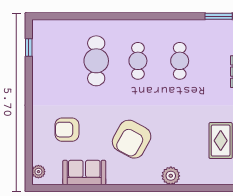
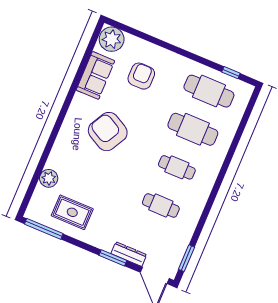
cafe table: (54, 61) -> (209, 91), added
plant: (38, 172) -> (112, 39), width x1.88, depth x1.88
plant: (171, 176) -> (49, 178), moved

